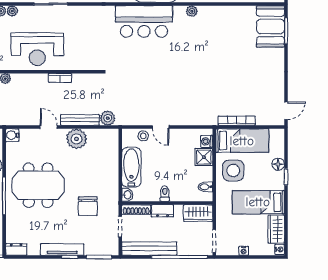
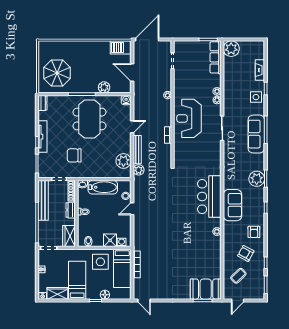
plant: (77, 139) -> (123, 161), moved

